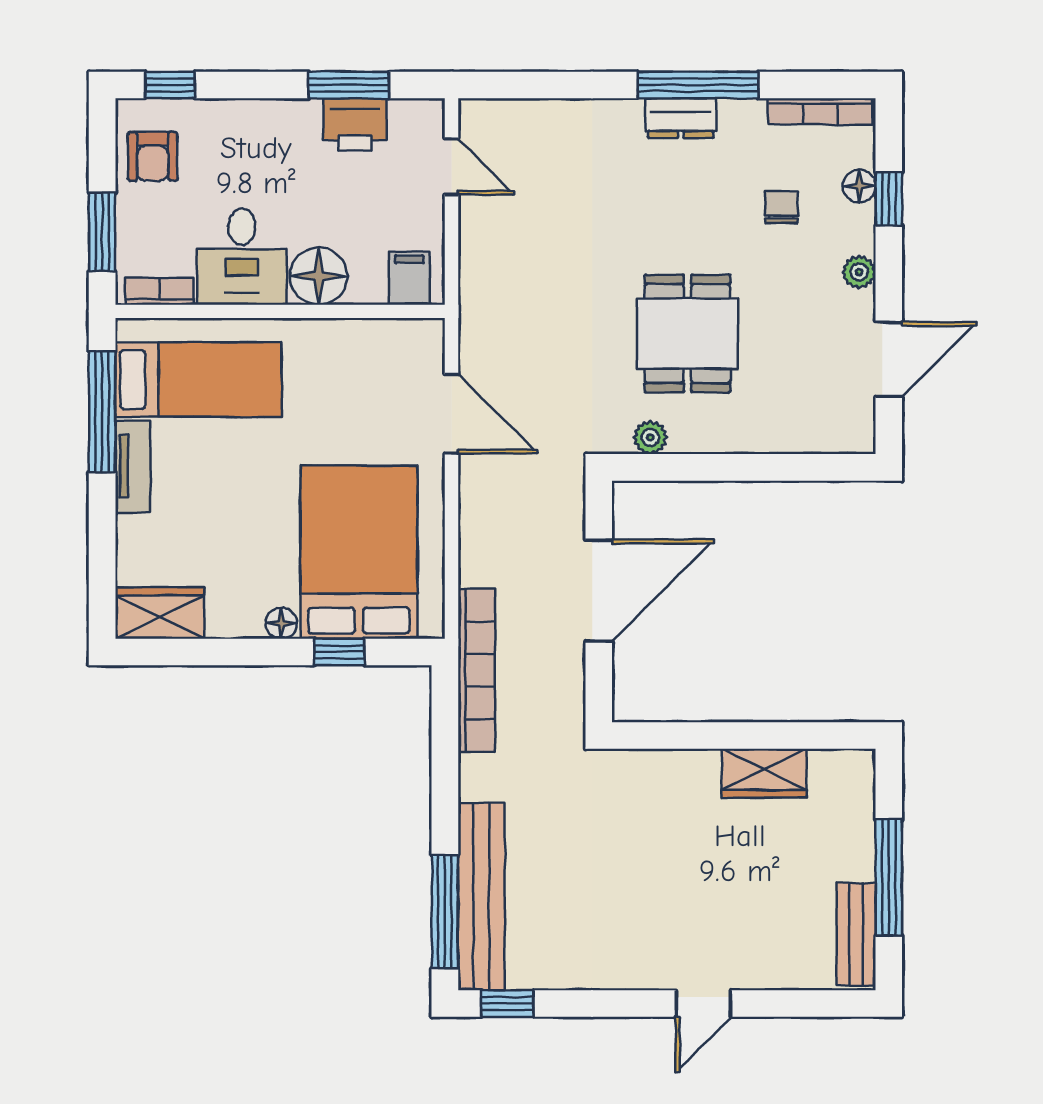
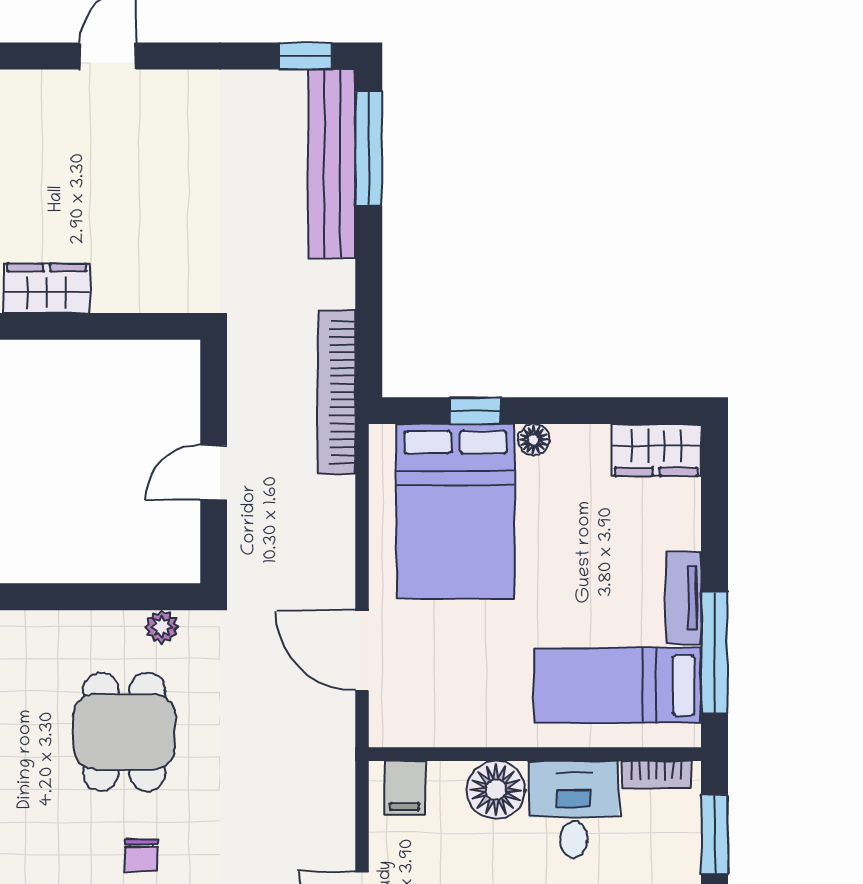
chair: (781, 207) -> (141, 855), moved
door: (599, 591) -> (214, 472), width x0.53

